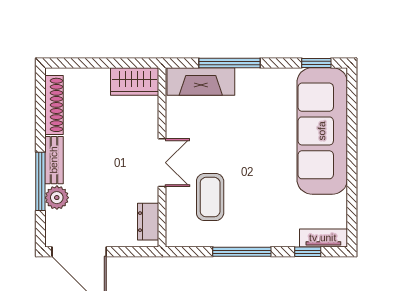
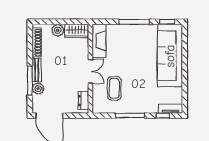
window: (230, 63) -> (134, 22), moved
plant: (96, 80) -> (58, 30), added
fireplace: (201, 81) -> (99, 41), moved, turned -90

